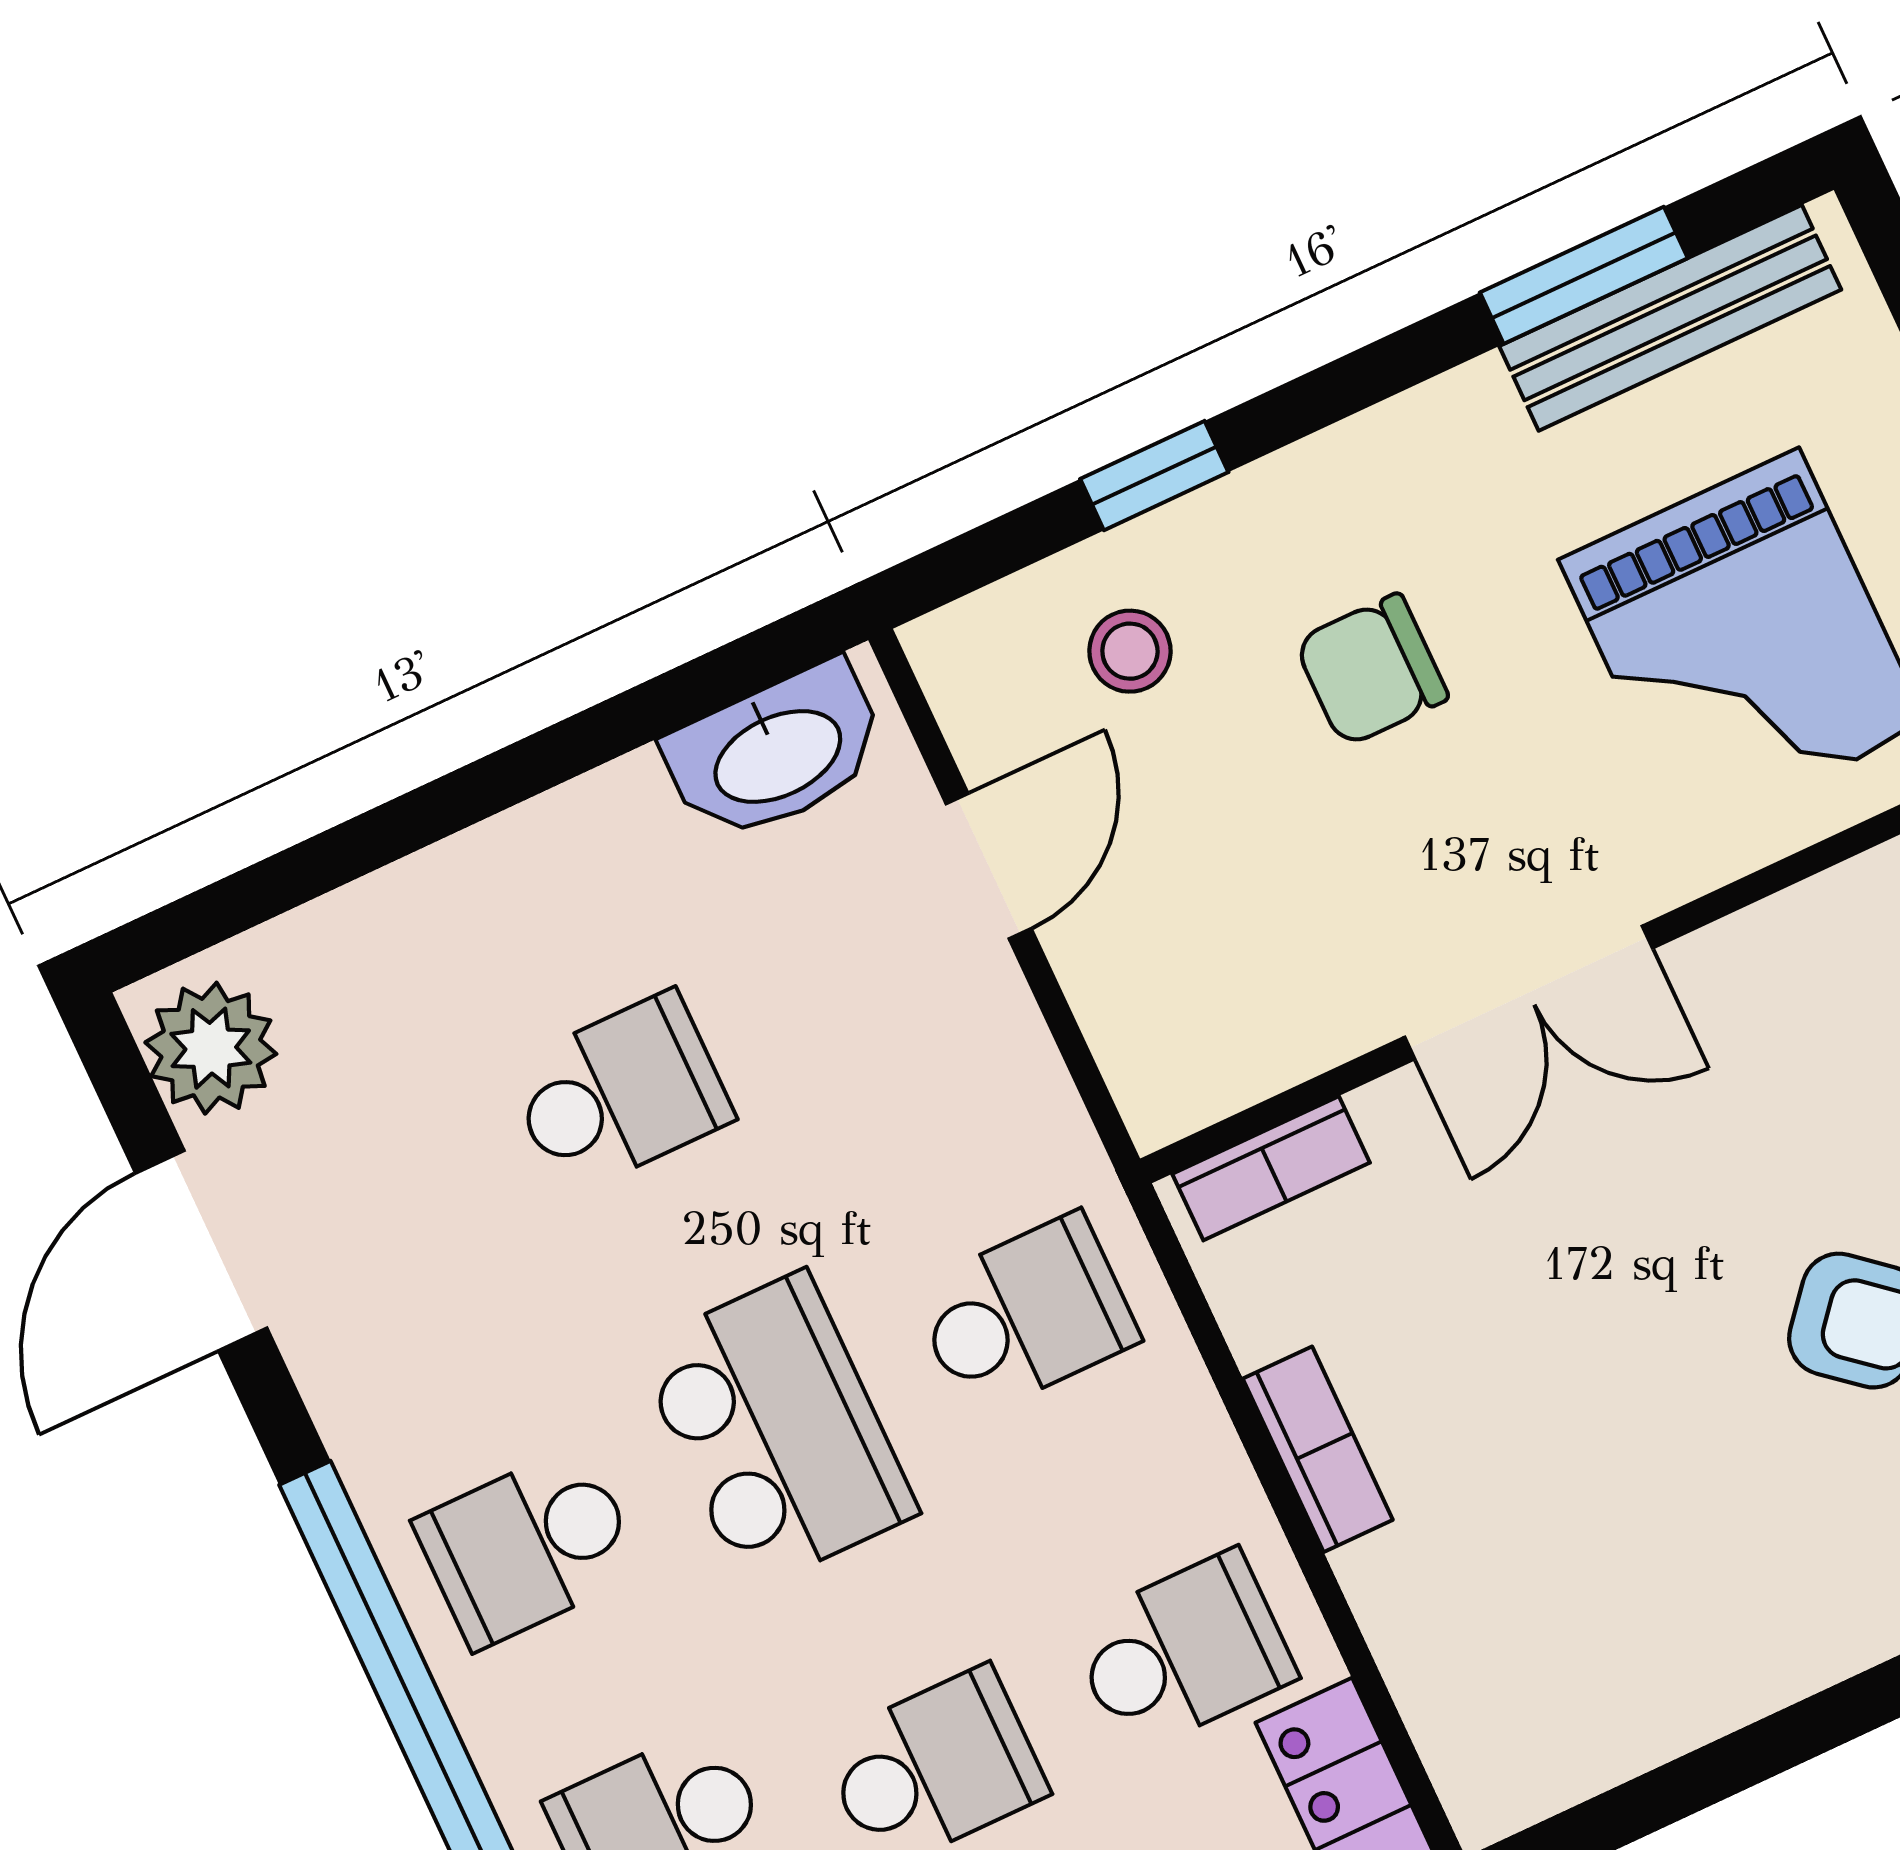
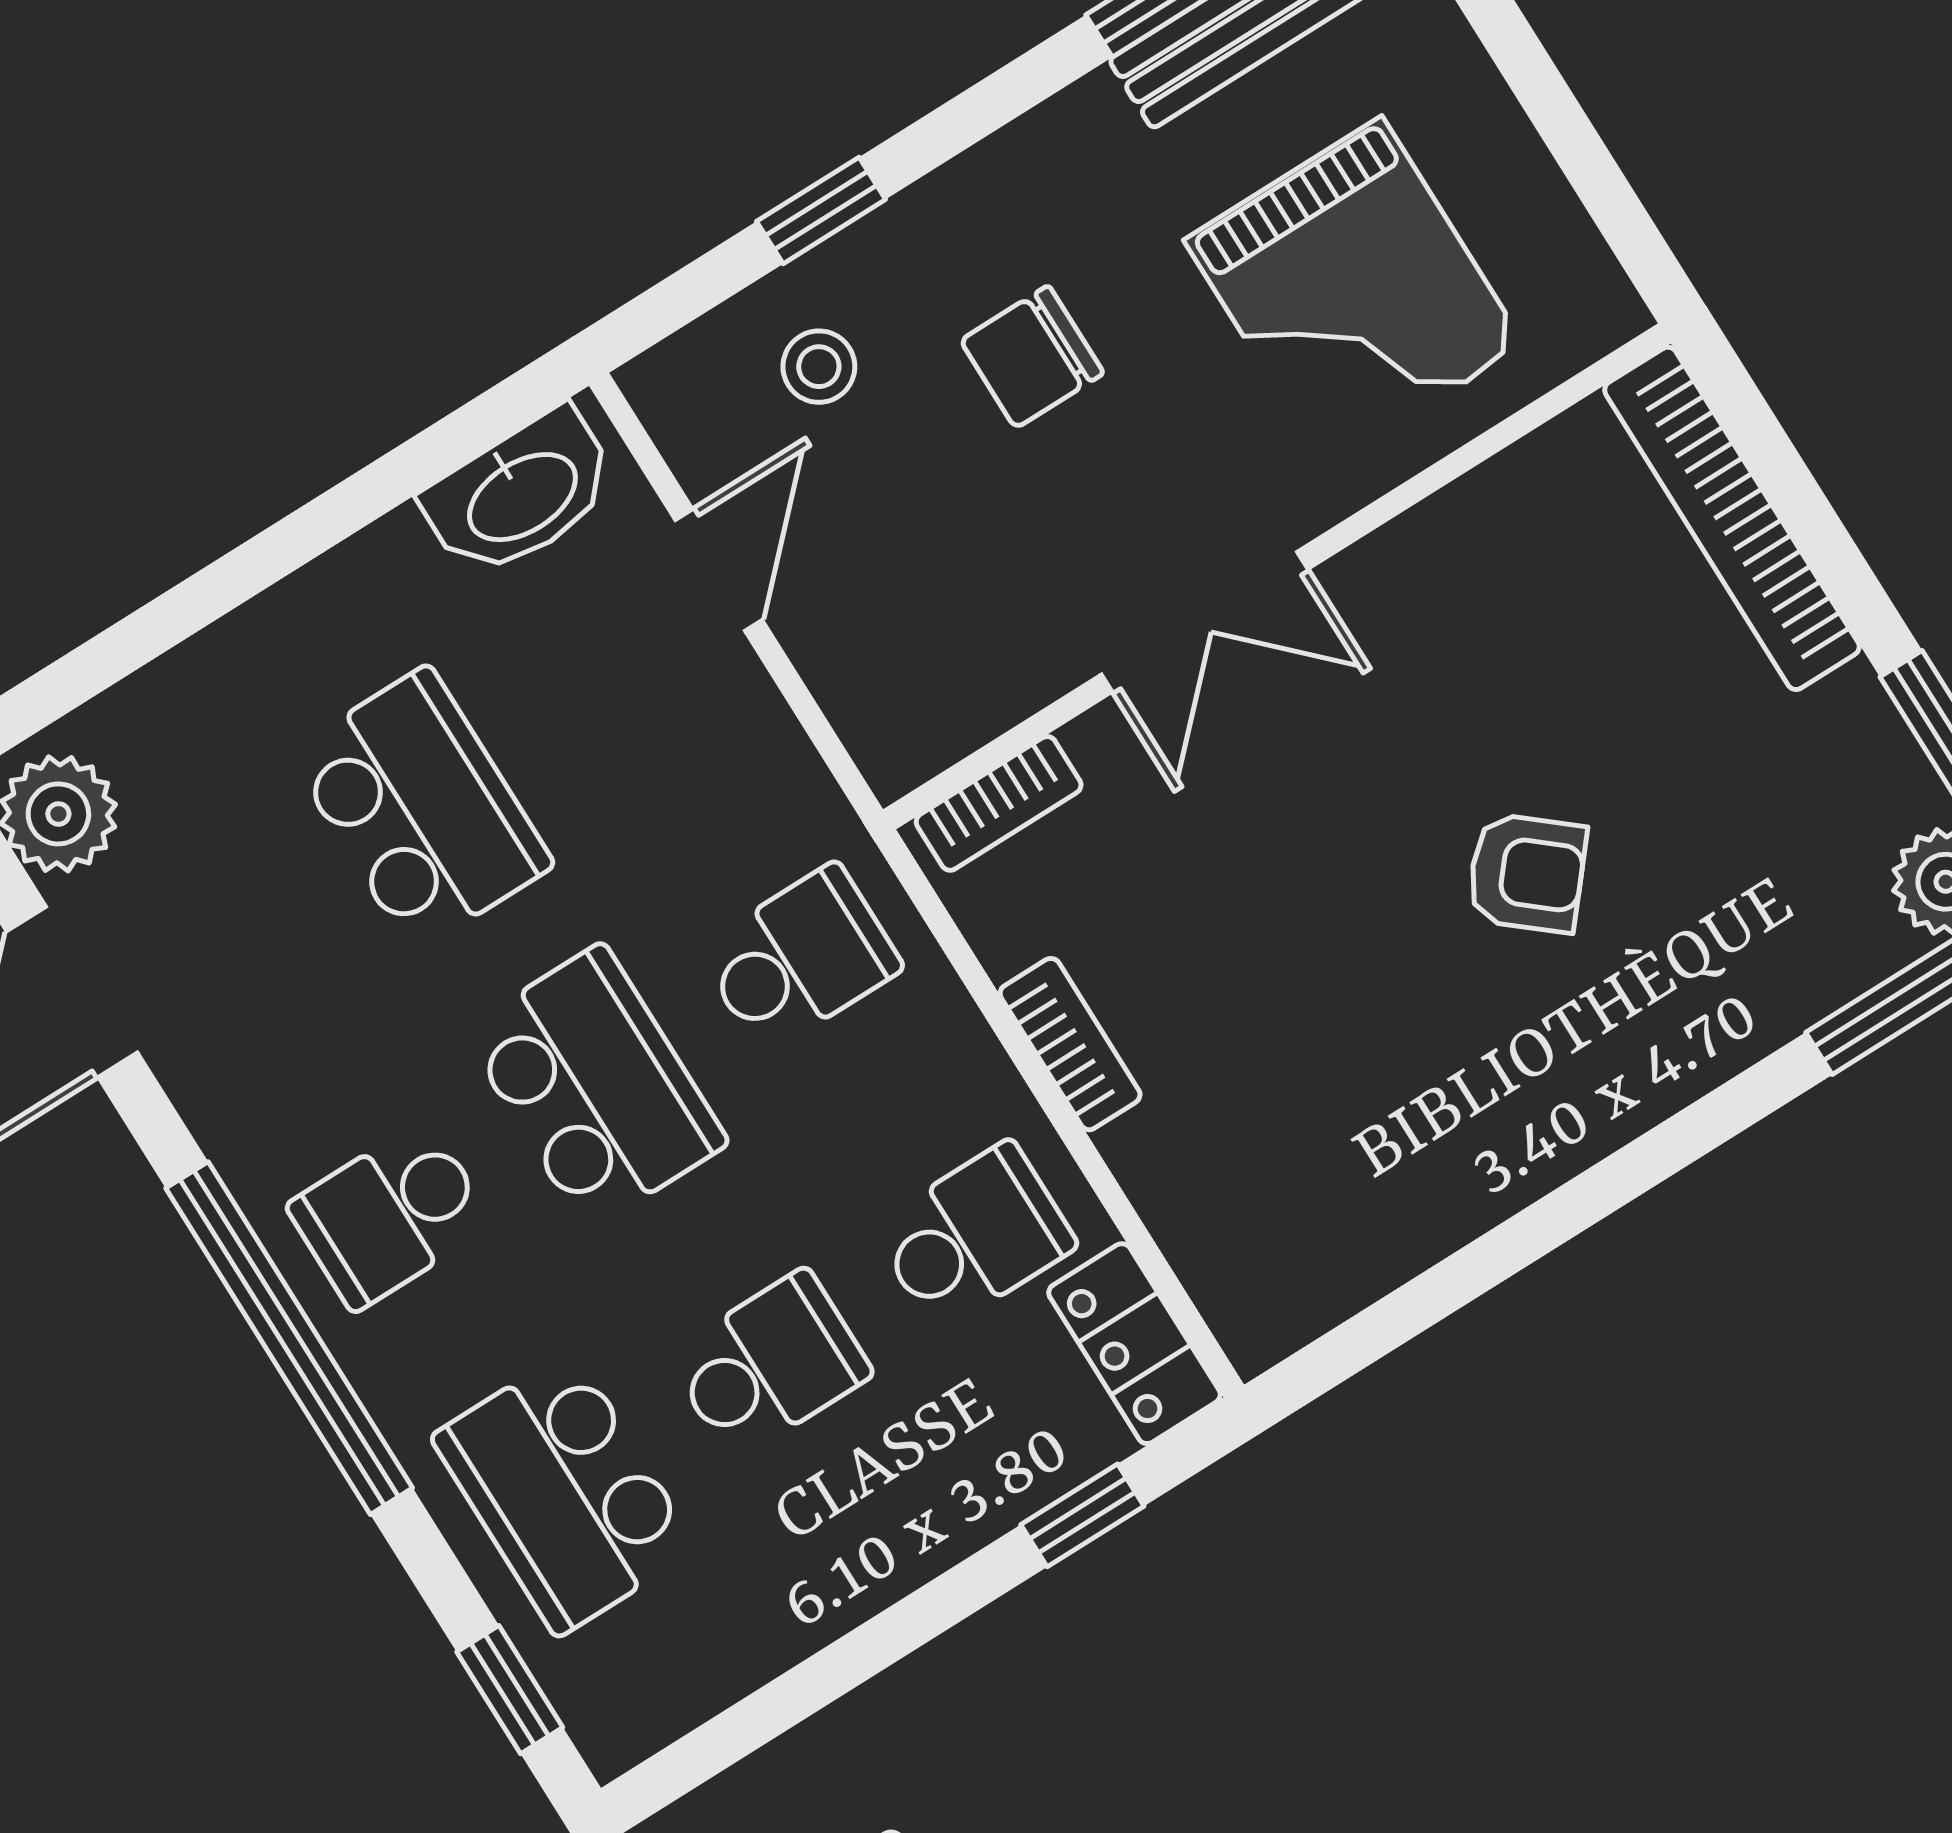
school desk: (619, 1093) -> (421, 809), width x1.85

